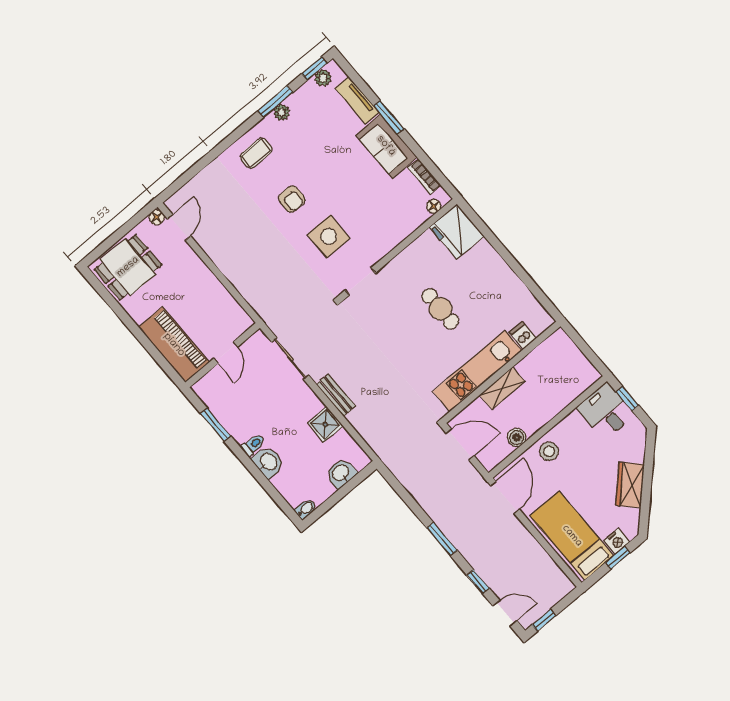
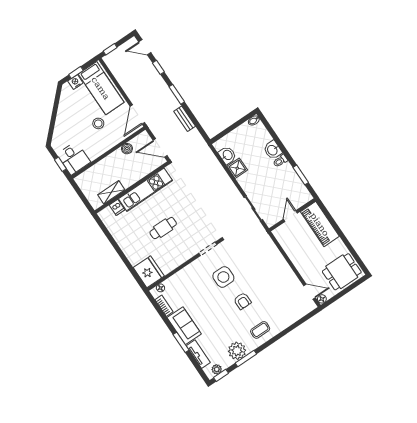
plant: (282, 112) -> (237, 351), width x1.87, depth x1.87
armchair: (292, 199) -> (242, 301), turned 180
door: (179, 227) -> (310, 292), swing flipped
cafe table: (440, 309) -> (163, 228), turned 90
shelving: (502, 388) -> (111, 192), moved
bench: (336, 395) -> (185, 119), moved
stool: (549, 451) -> (98, 123), moved
washbasin: (341, 473) -> (227, 155), moved, turned -90
wardrobe: (630, 485) -> (64, 114), removed
window: (544, 620) -> (110, 49), moved

